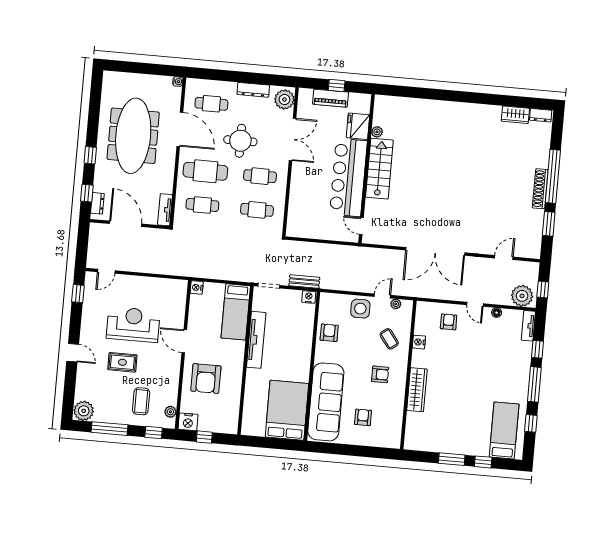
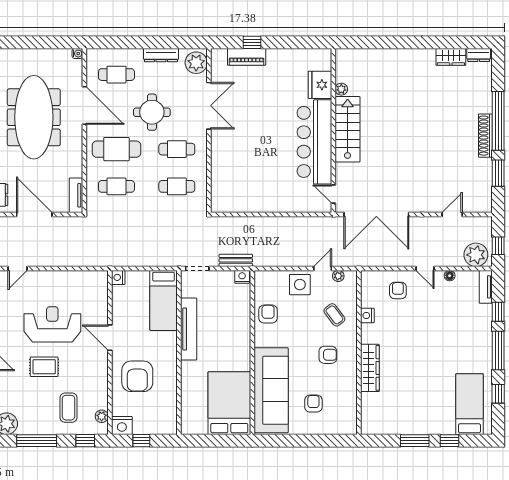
fridge: (358, 126) -> (320, 85), moved
plant: (377, 132) -> (341, 89), moved
wall: (367, 169) -> (333, 130), moved
stairs: (379, 169) -> (348, 129), moved
bar counter: (348, 177) -> (314, 142), moved
door: (361, 226) -> (333, 194), moved

